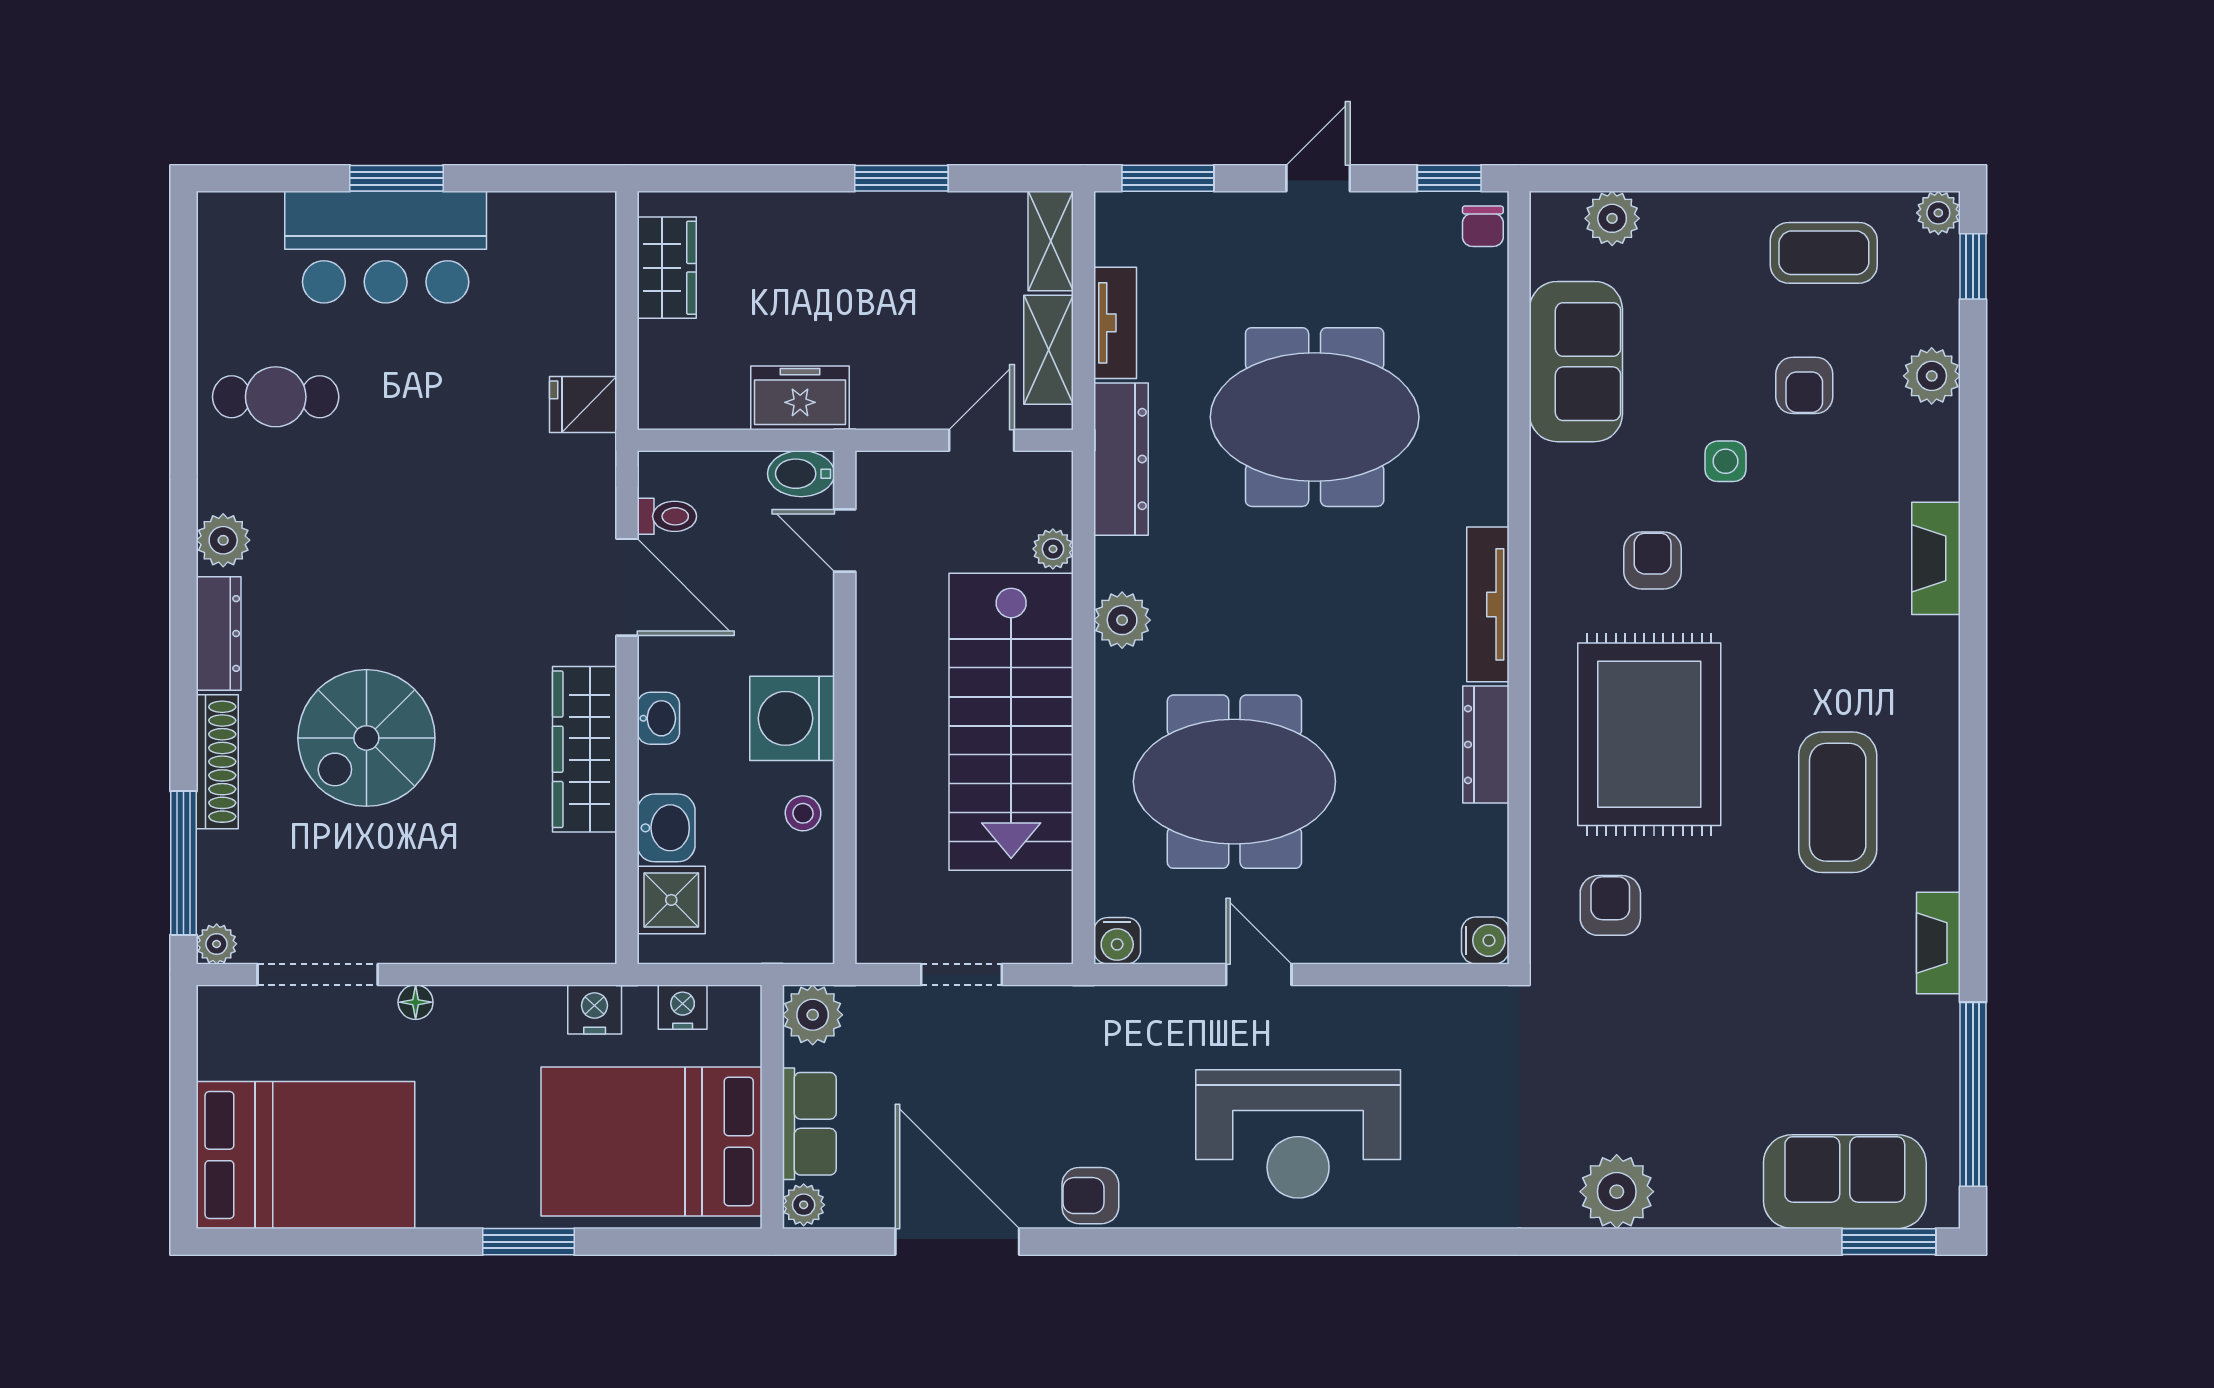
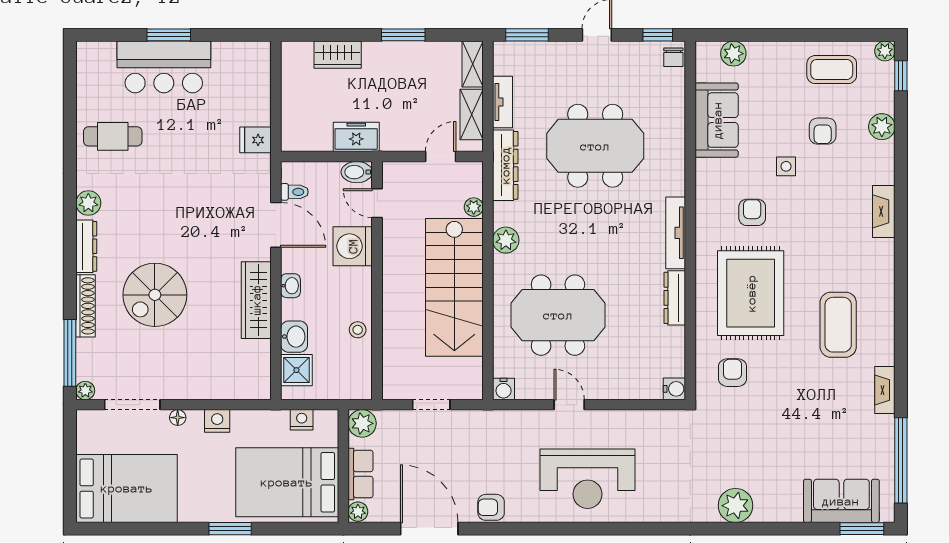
wardrobe: (667, 268) -> (338, 55), moved, turned 90
washing machine: (792, 718) -> (353, 246), moved
nightstand: (595, 1009) -> (217, 421), moved

